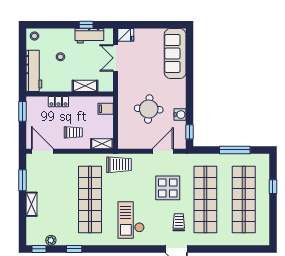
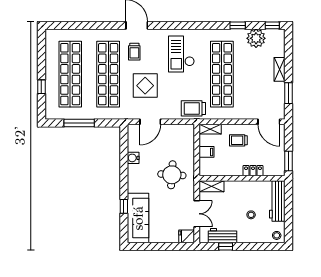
shelving: (85, 86) -> (212, 186), moved
filing cabinet: (106, 109) -> (206, 152), moved
round table: (149, 109) -> (172, 175), moved
window: (189, 132) -> (124, 206), moved
checkout: (131, 220) -> (181, 54), turned 180
plant: (51, 240) -> (256, 38), width x1.88, depth x1.88

